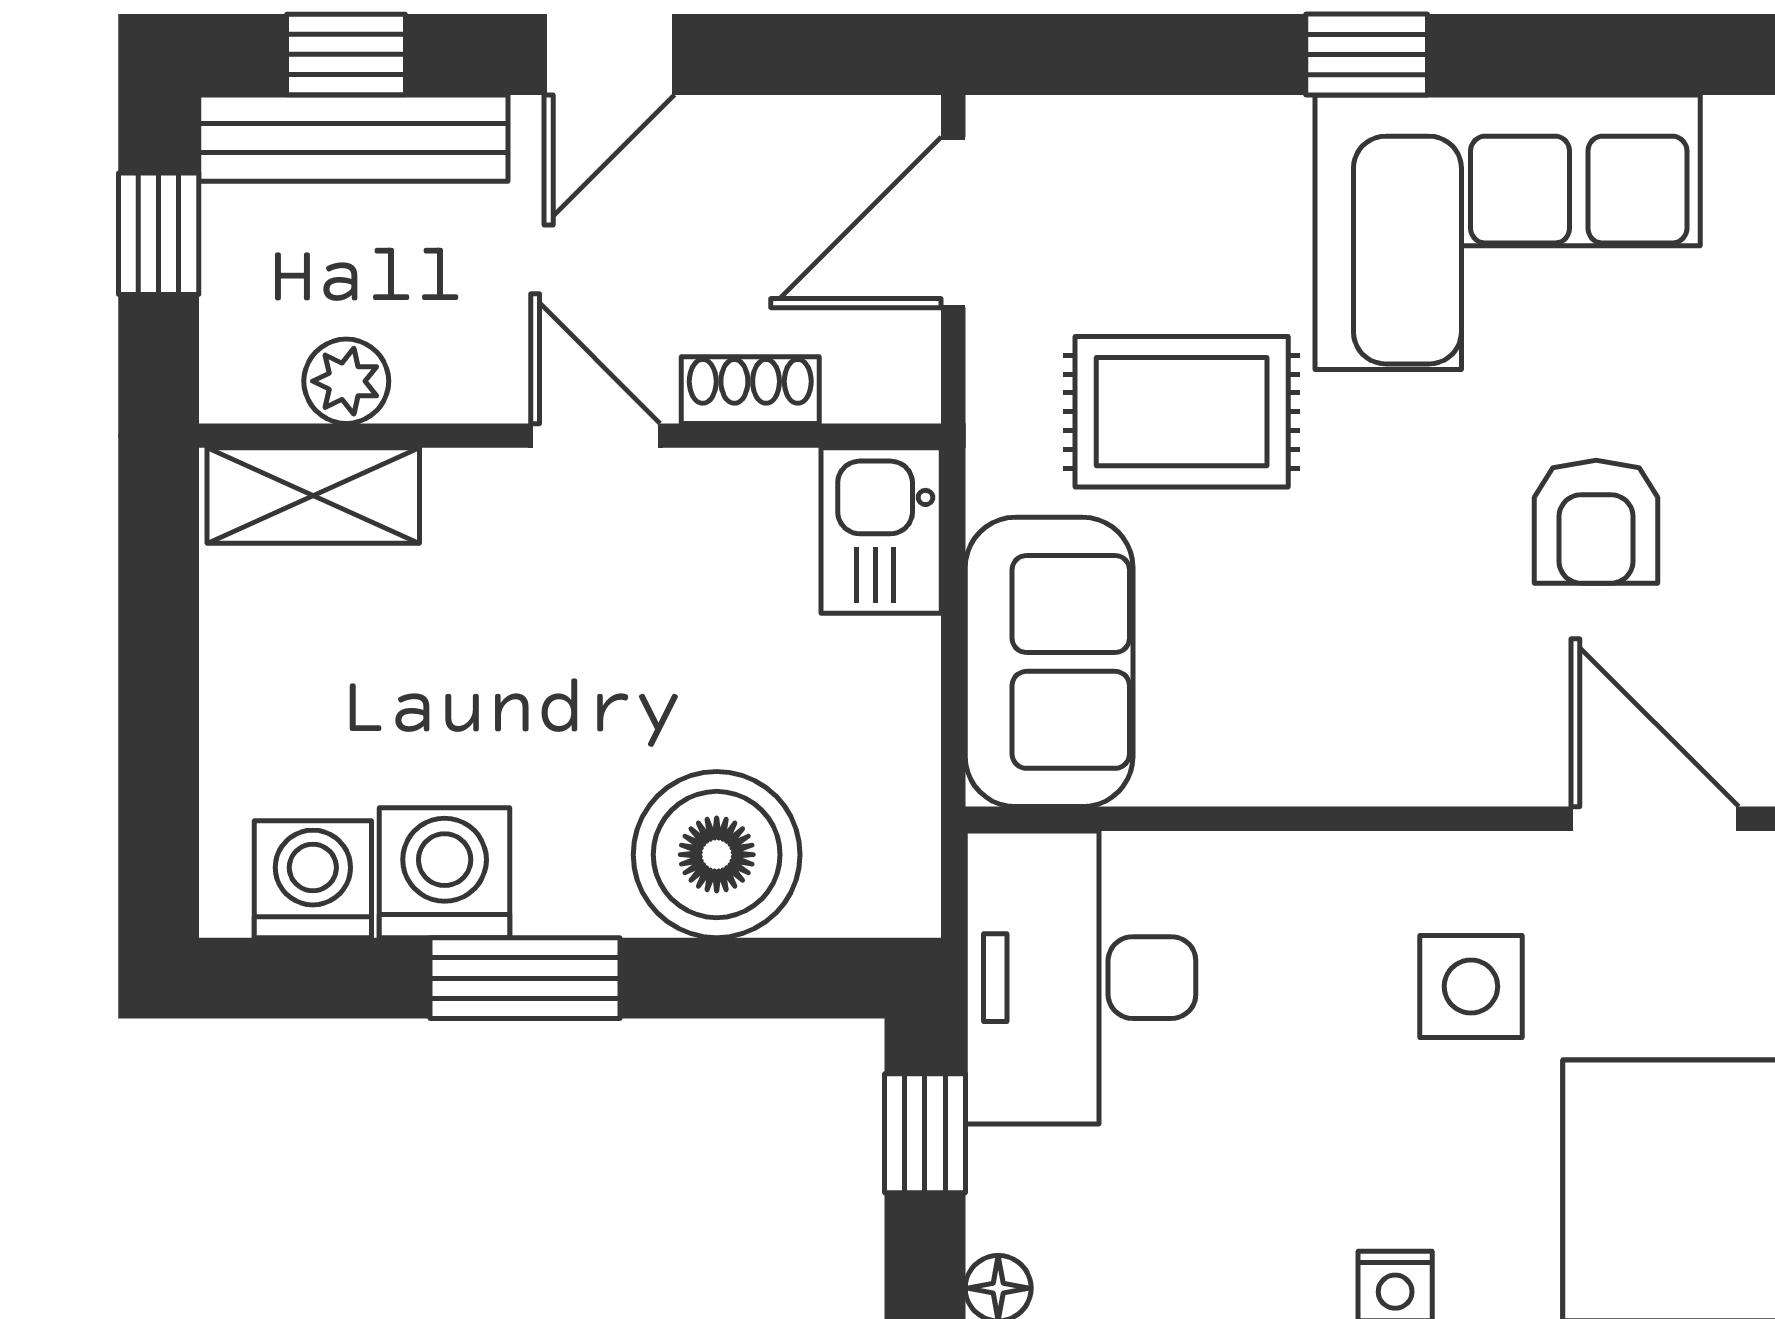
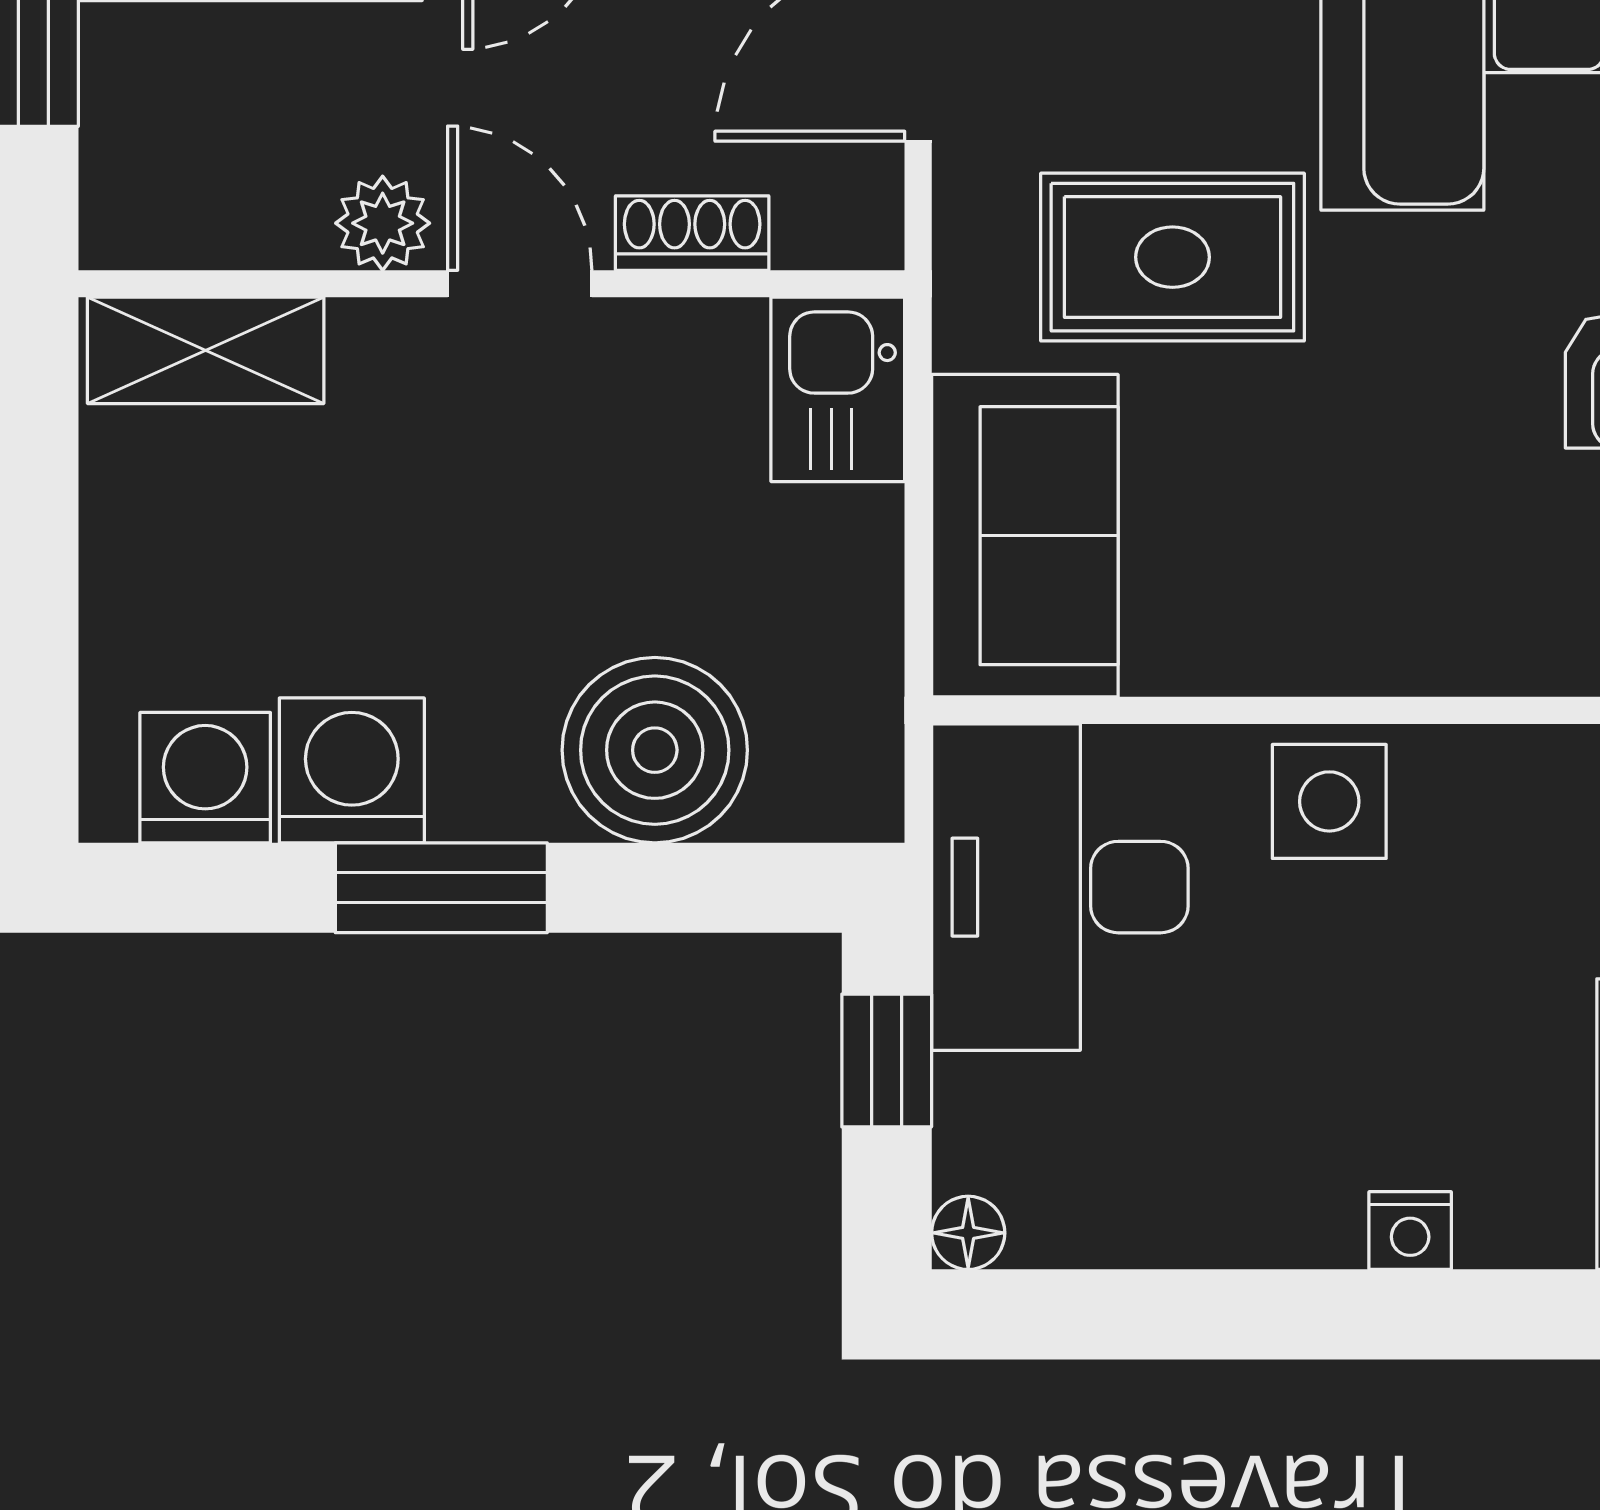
plant: (346, 381) -> (383, 223), moved
side table: (1471, 986) -> (1329, 801), moved

